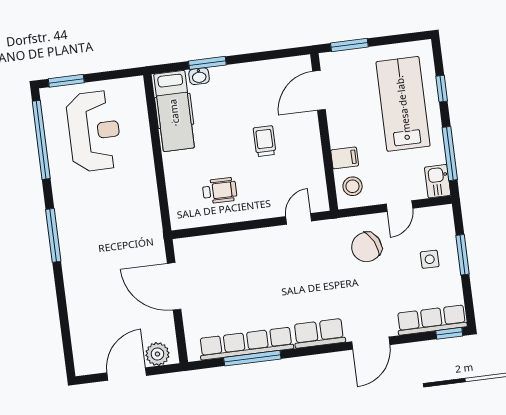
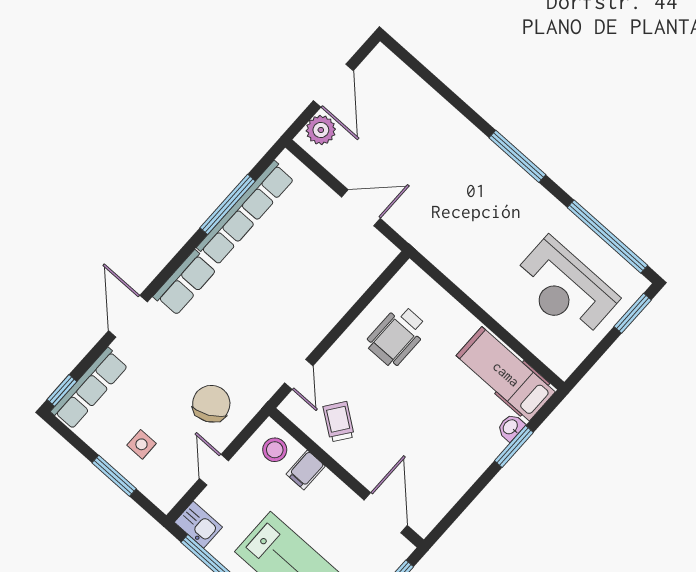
trolley: (265, 141) -> (339, 422), moved, turned -144
wheelchair: (220, 191) -> (397, 336), width x1.36, depth x1.37
door: (174, 286) -> (361, 208), width x0.73

